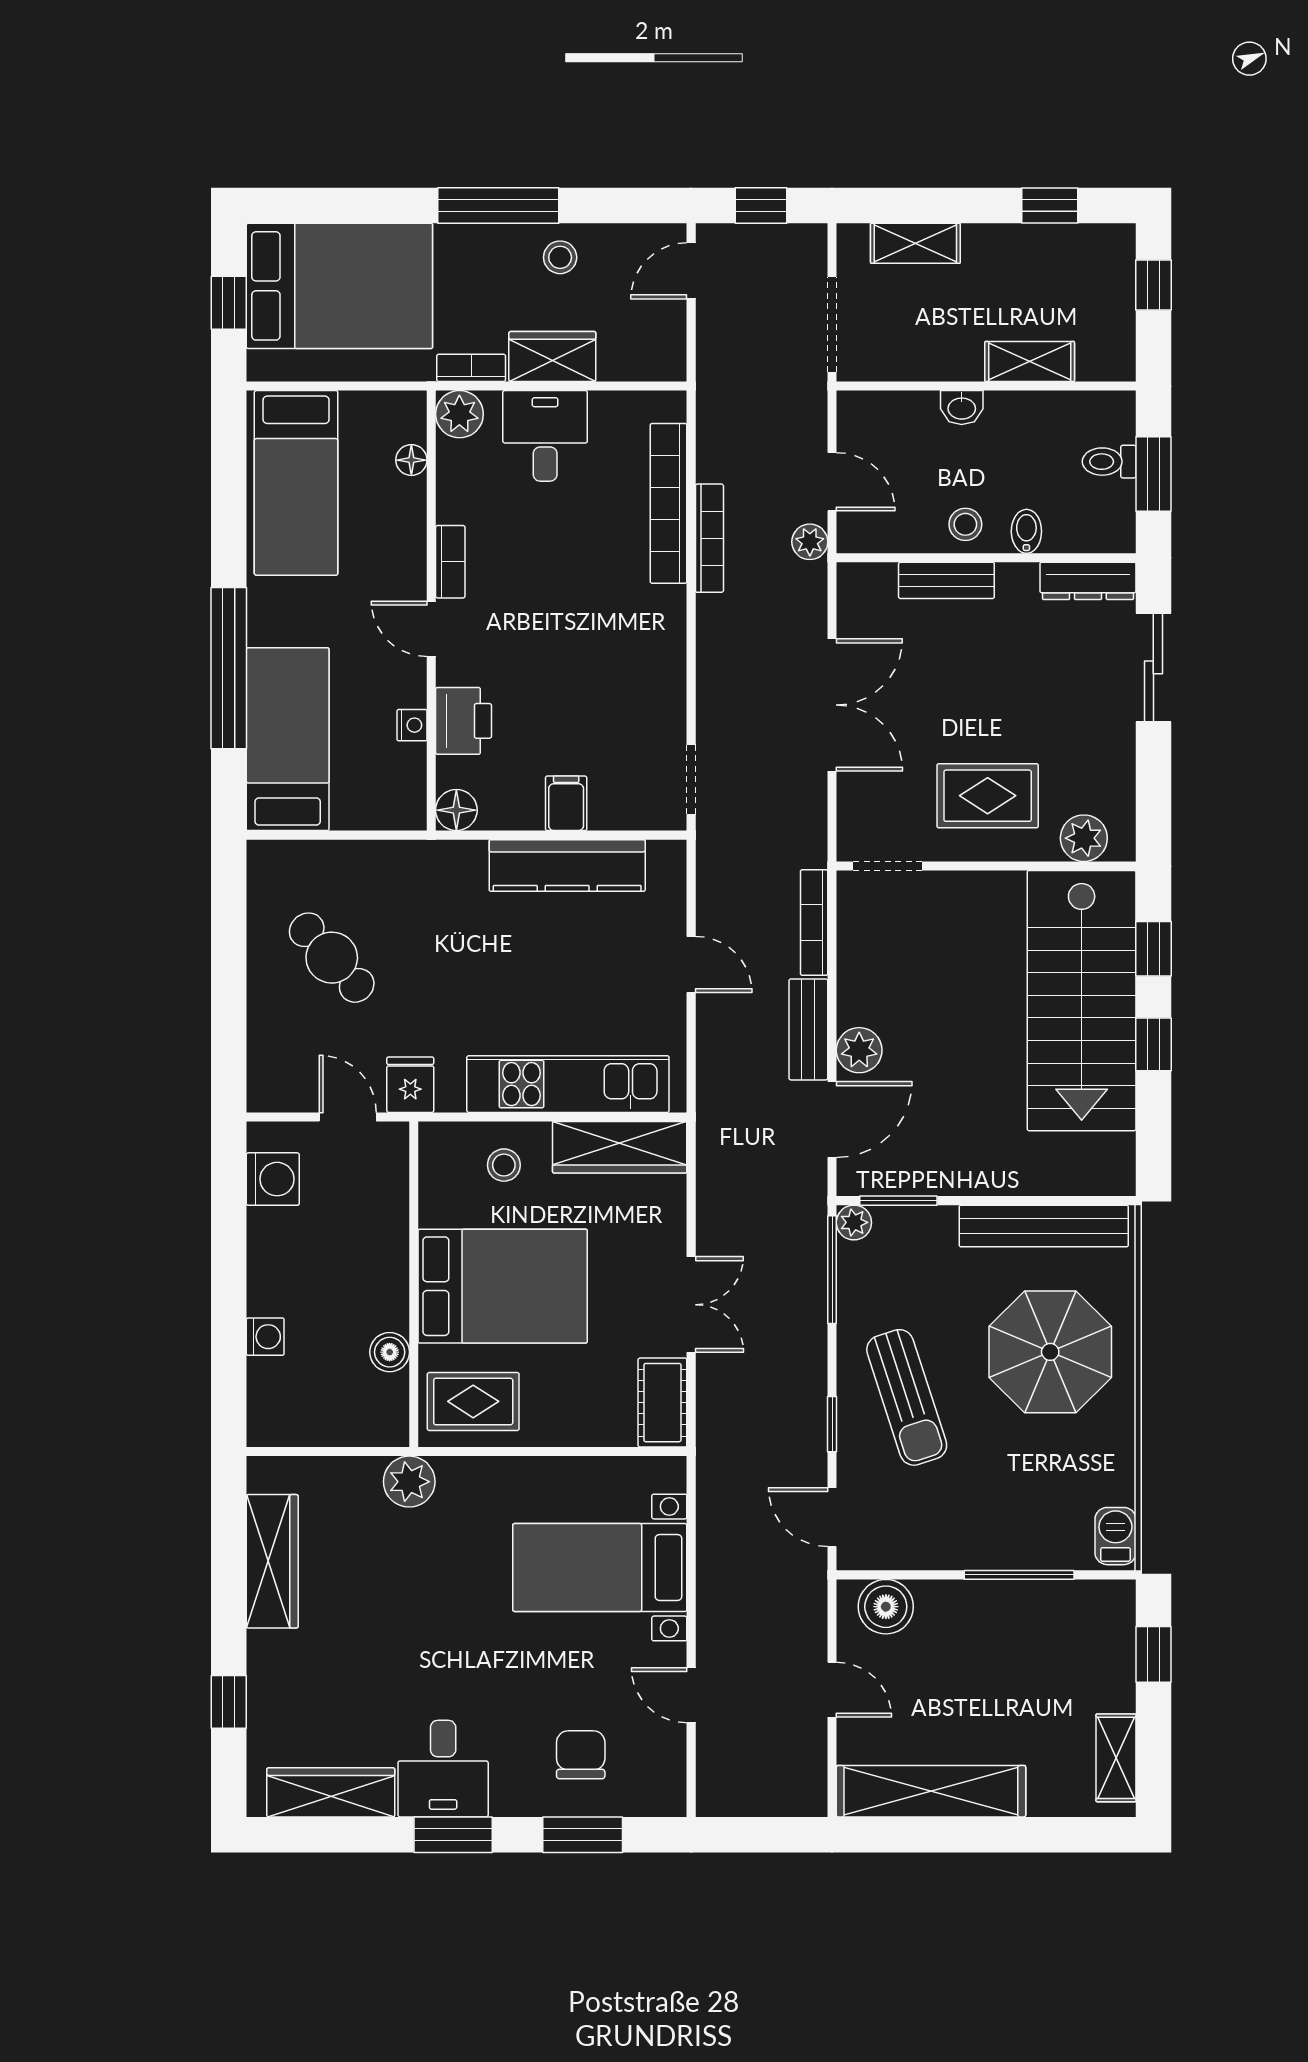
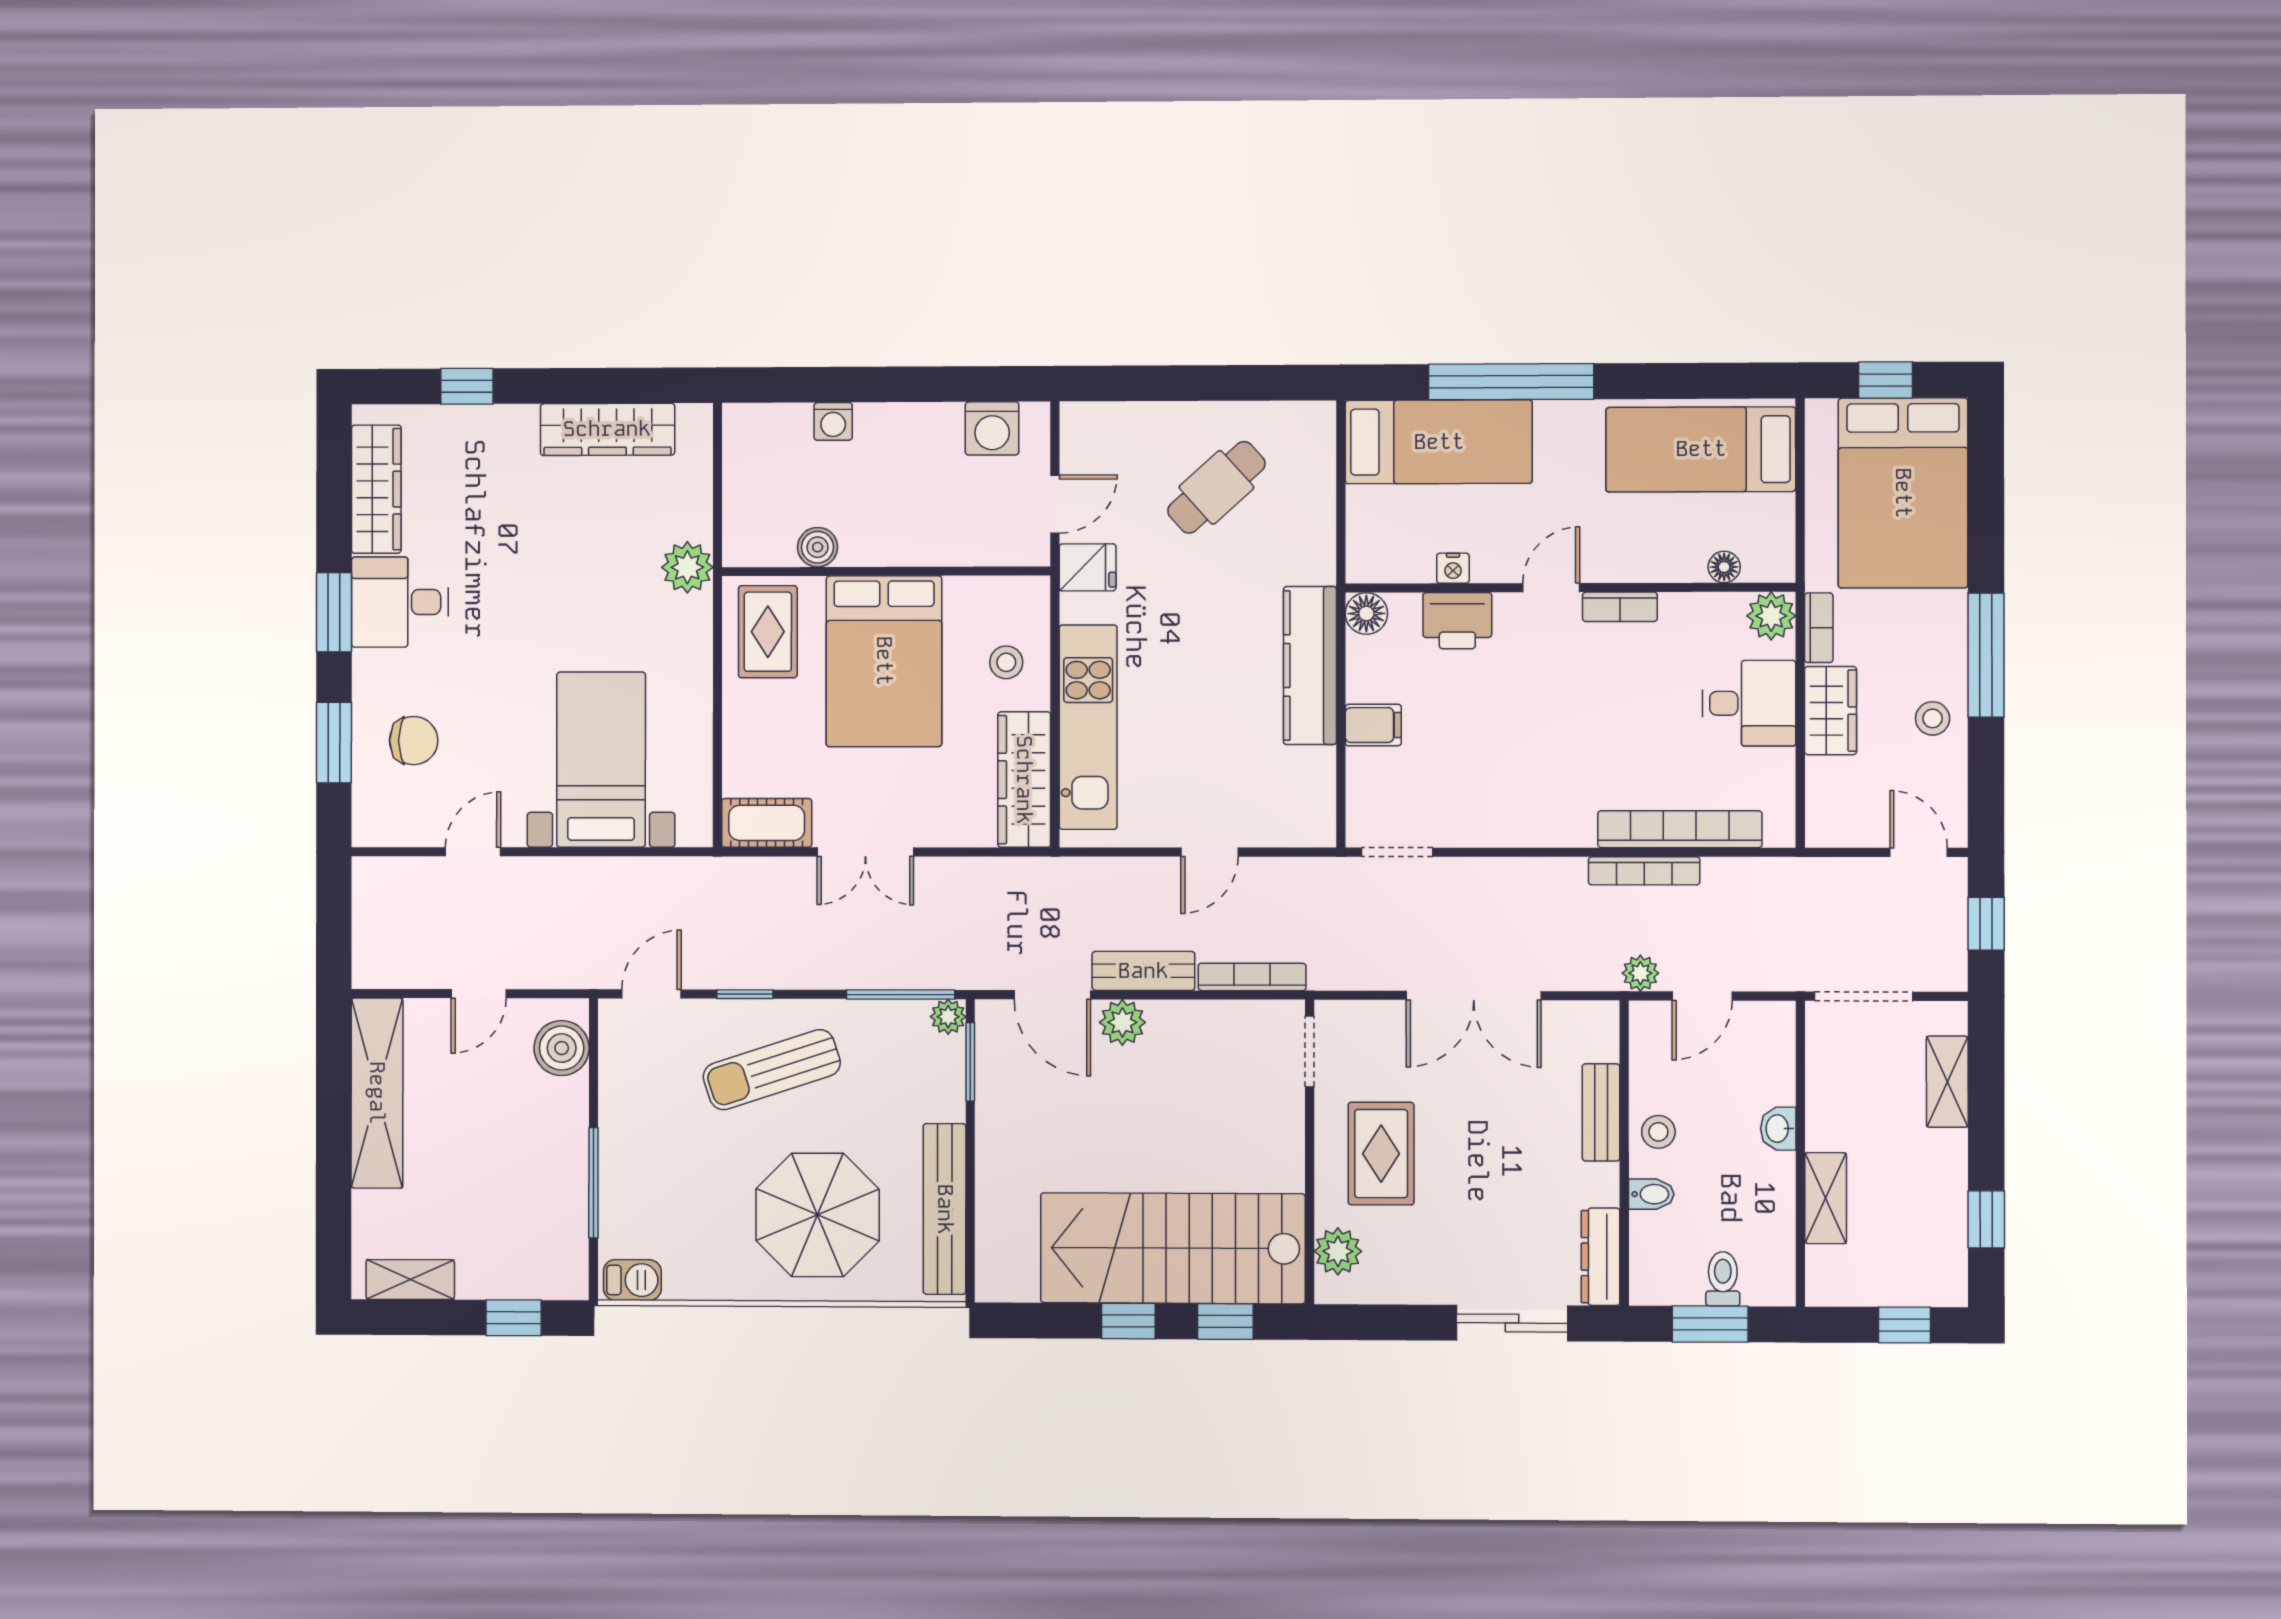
kitchen counter: (567, 866) -> (1310, 666), moved

